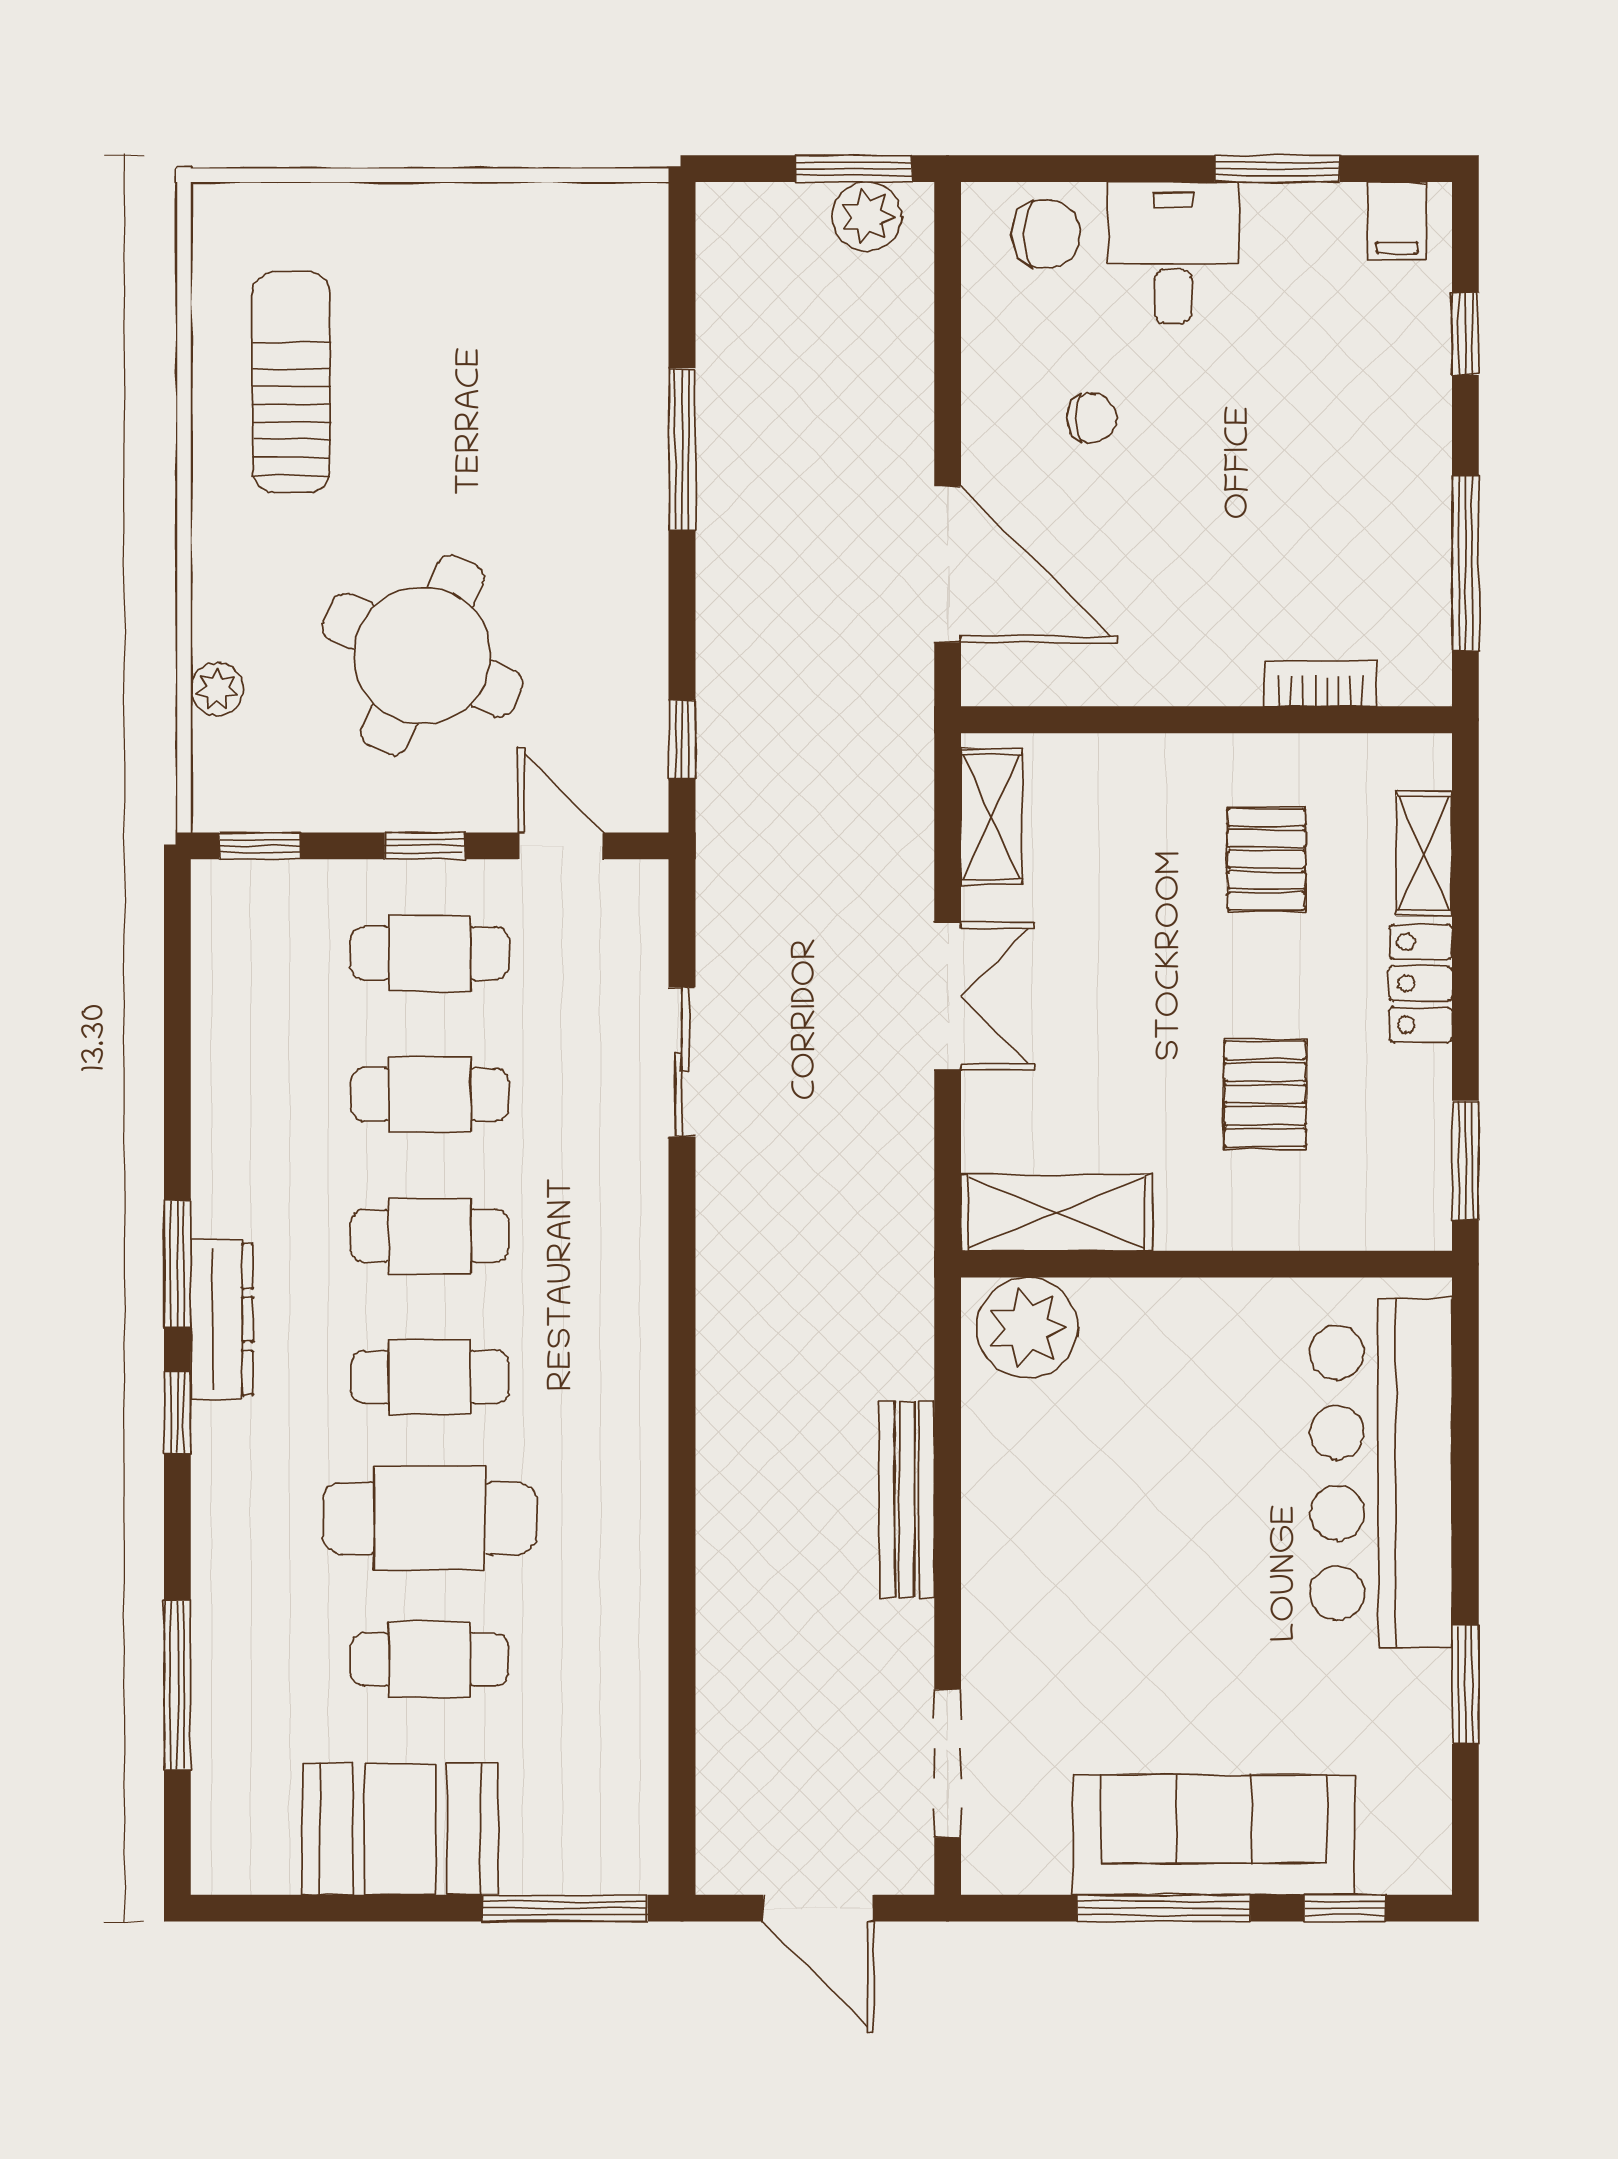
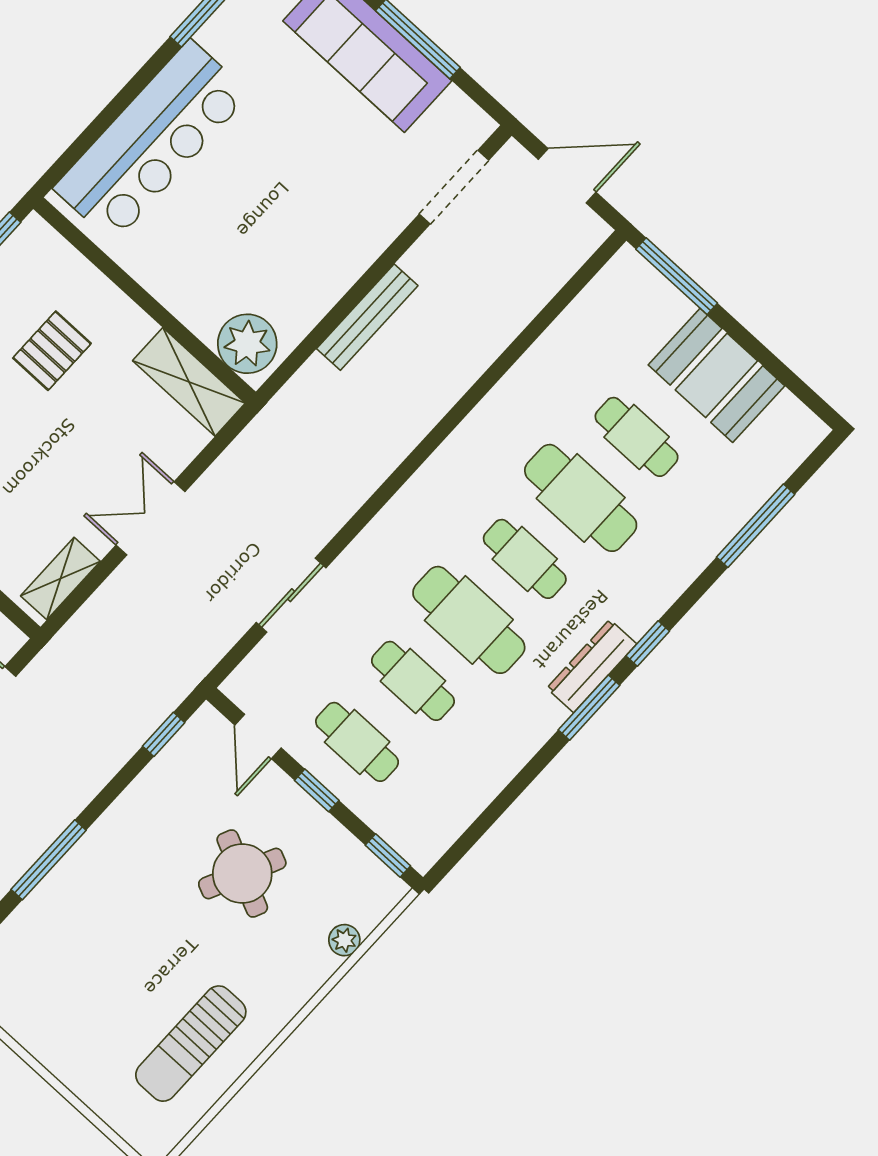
round table: (422, 655) -> (242, 873), width x0.73, depth x0.73
cafe table: (430, 1236) -> (469, 620), width x1.37, depth x1.35
door: (818, 1908) -> (567, 176), hinge flipped

